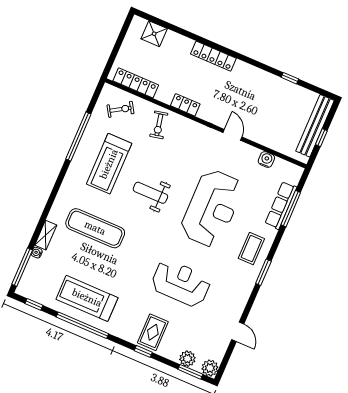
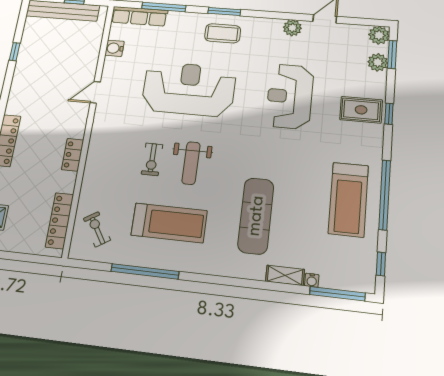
exercise bike: (159, 125) -> (152, 159), moved, turned 102
row of seats: (281, 205) -> (139, 16), moved
window: (263, 272) -> (224, 11), moved
plant: (238, 304) -> (292, 28), added

